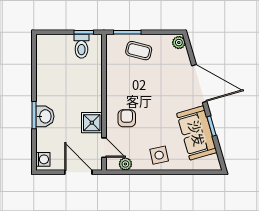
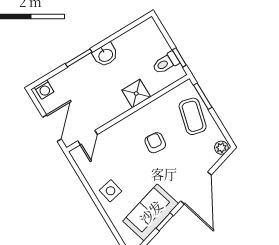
coffee table: (139, 51) -> (193, 116), width x1.36, depth x1.30
washbasin: (45, 116) -> (105, 55), moved
armchair: (127, 118) -> (155, 143), moved, turned -84
shower: (92, 123) -> (136, 93), moved
plant: (125, 164) -> (85, 166), removed

